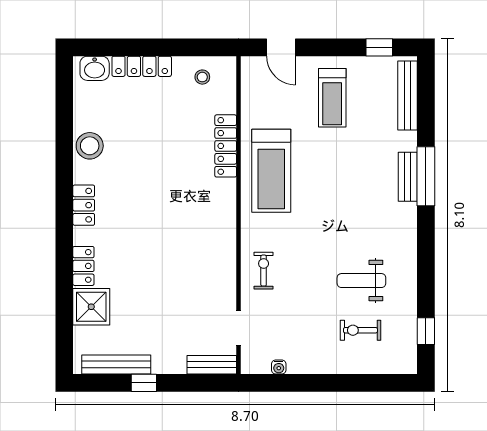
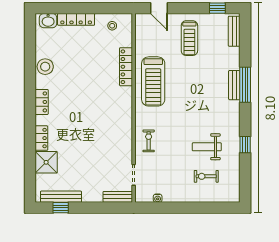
bench: (407, 95) -> (234, 31), width x0.73
window: (426, 331) -> (245, 145), moved
window: (144, 383) -> (61, 208), moved

